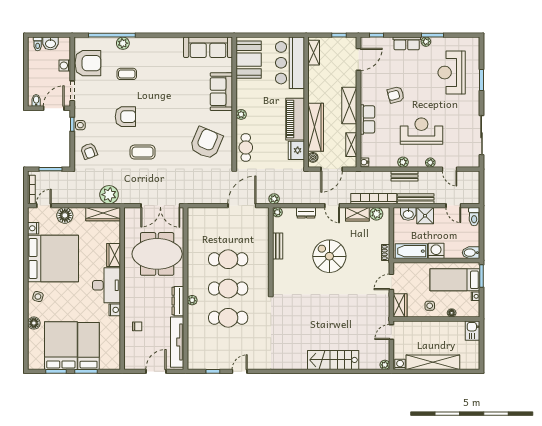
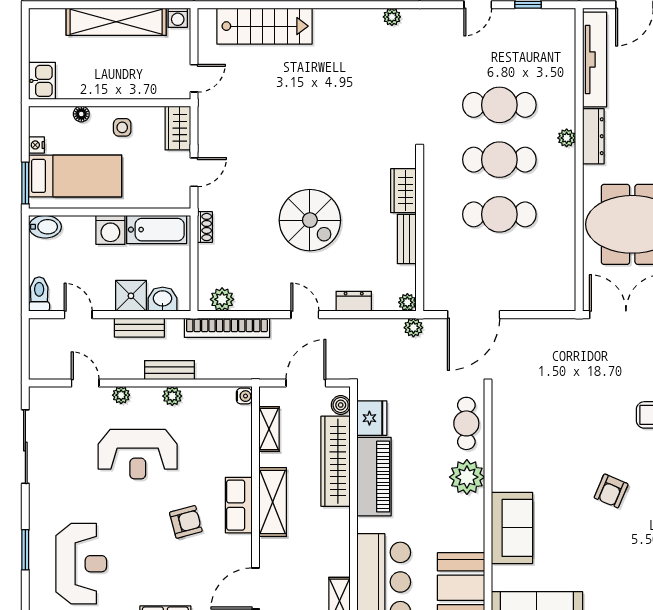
plant: (241, 114) -> (467, 477), width x1.88, depth x1.88
row of seats: (367, 119) -> (239, 505), moved
armchair: (206, 143) -> (611, 491), moved, width x0.53, depth x0.53
bench: (416, 199) -> (139, 328), width x0.73
wardrobe: (357, 214) -> (403, 191), moved, turned -90
stairs: (333, 360) -> (264, 26), moved
plant: (385, 365) -> (392, 17), moved

